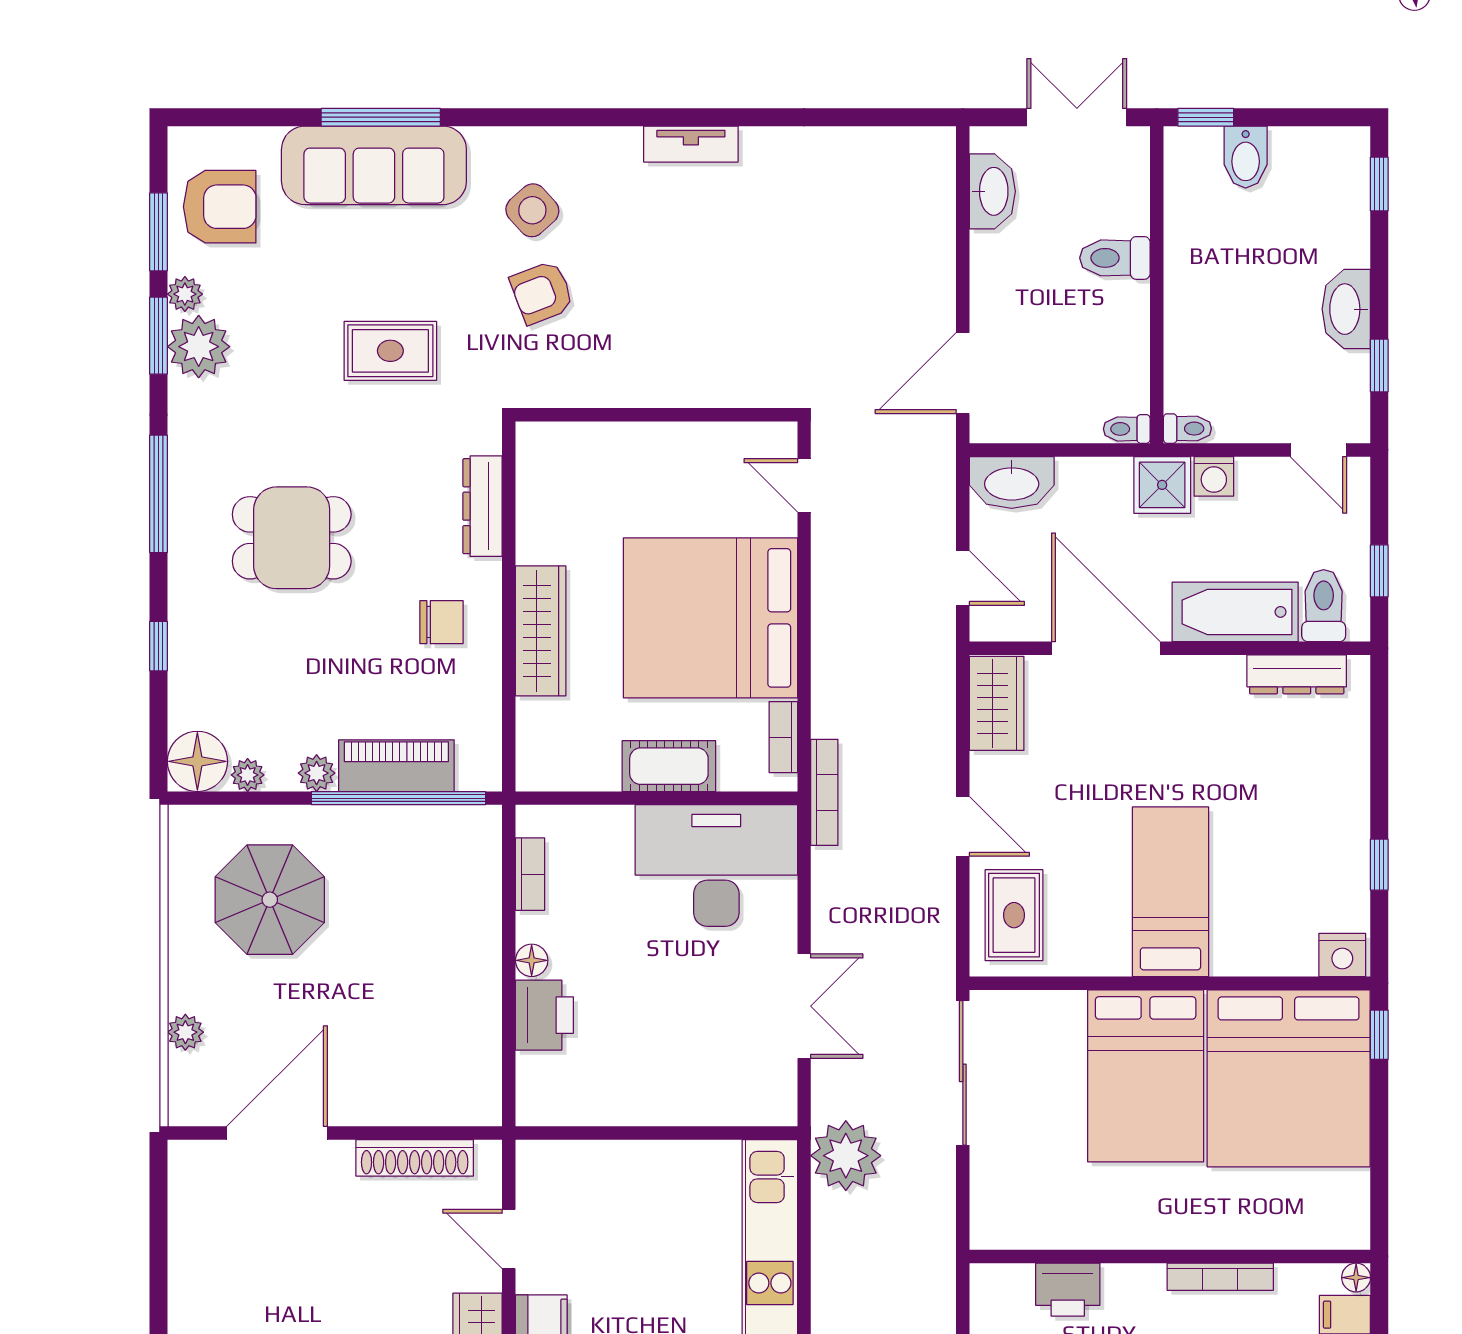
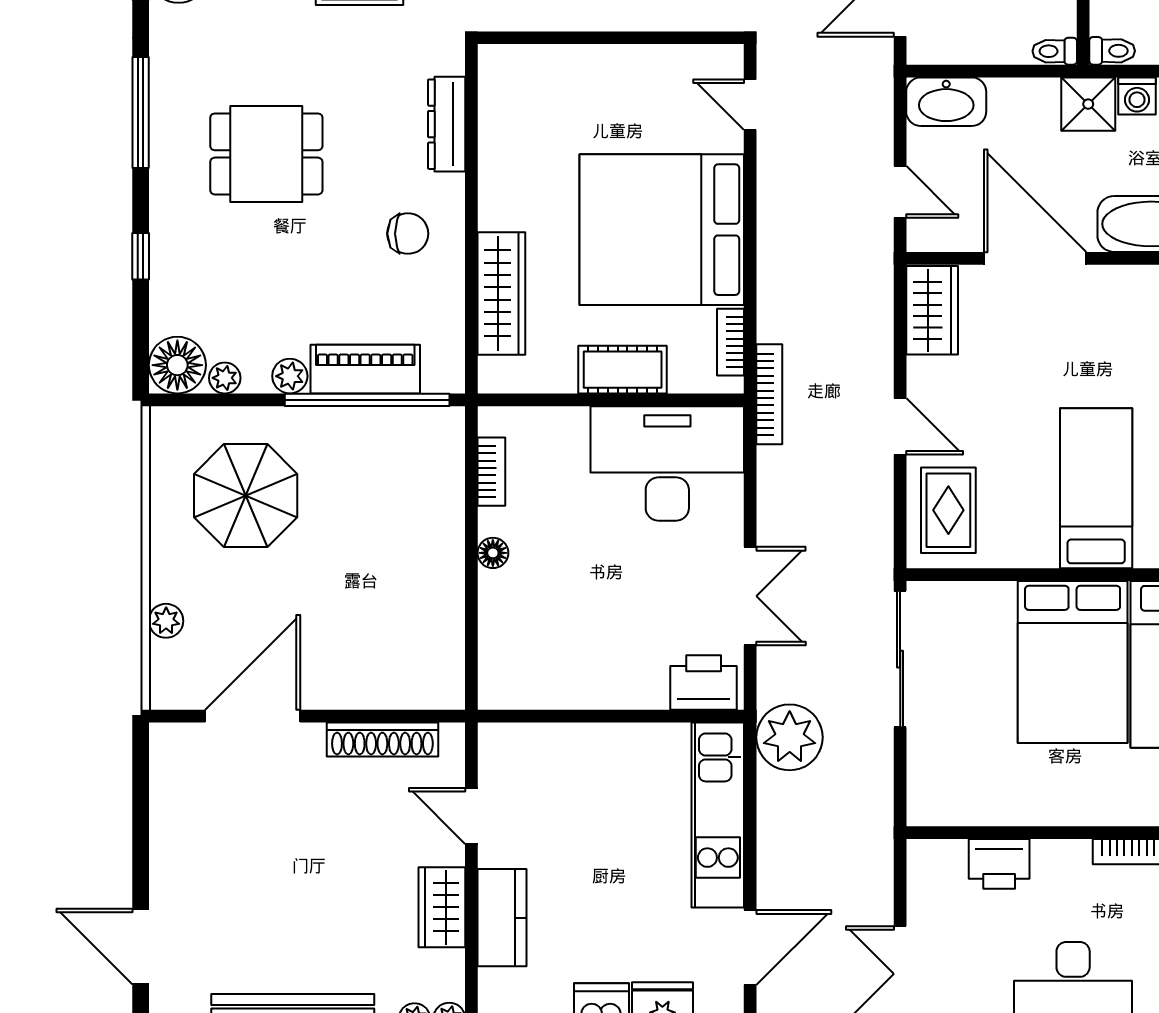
wardrobe: (541, 631) -> (501, 293), moved
printer: (544, 1015) -> (704, 682), moved, turned -90

